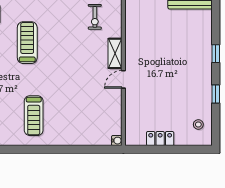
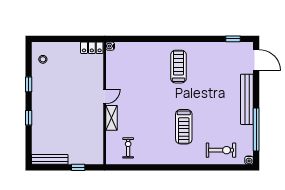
locker: (160, 139) -> (92, 48), moved

